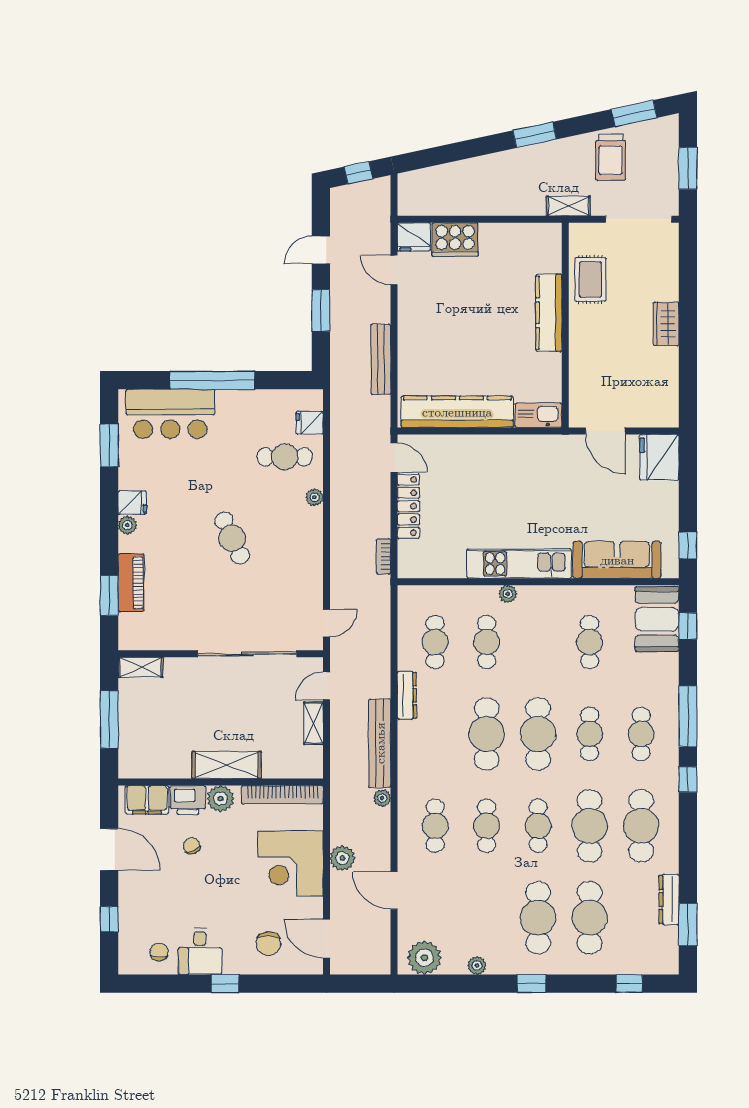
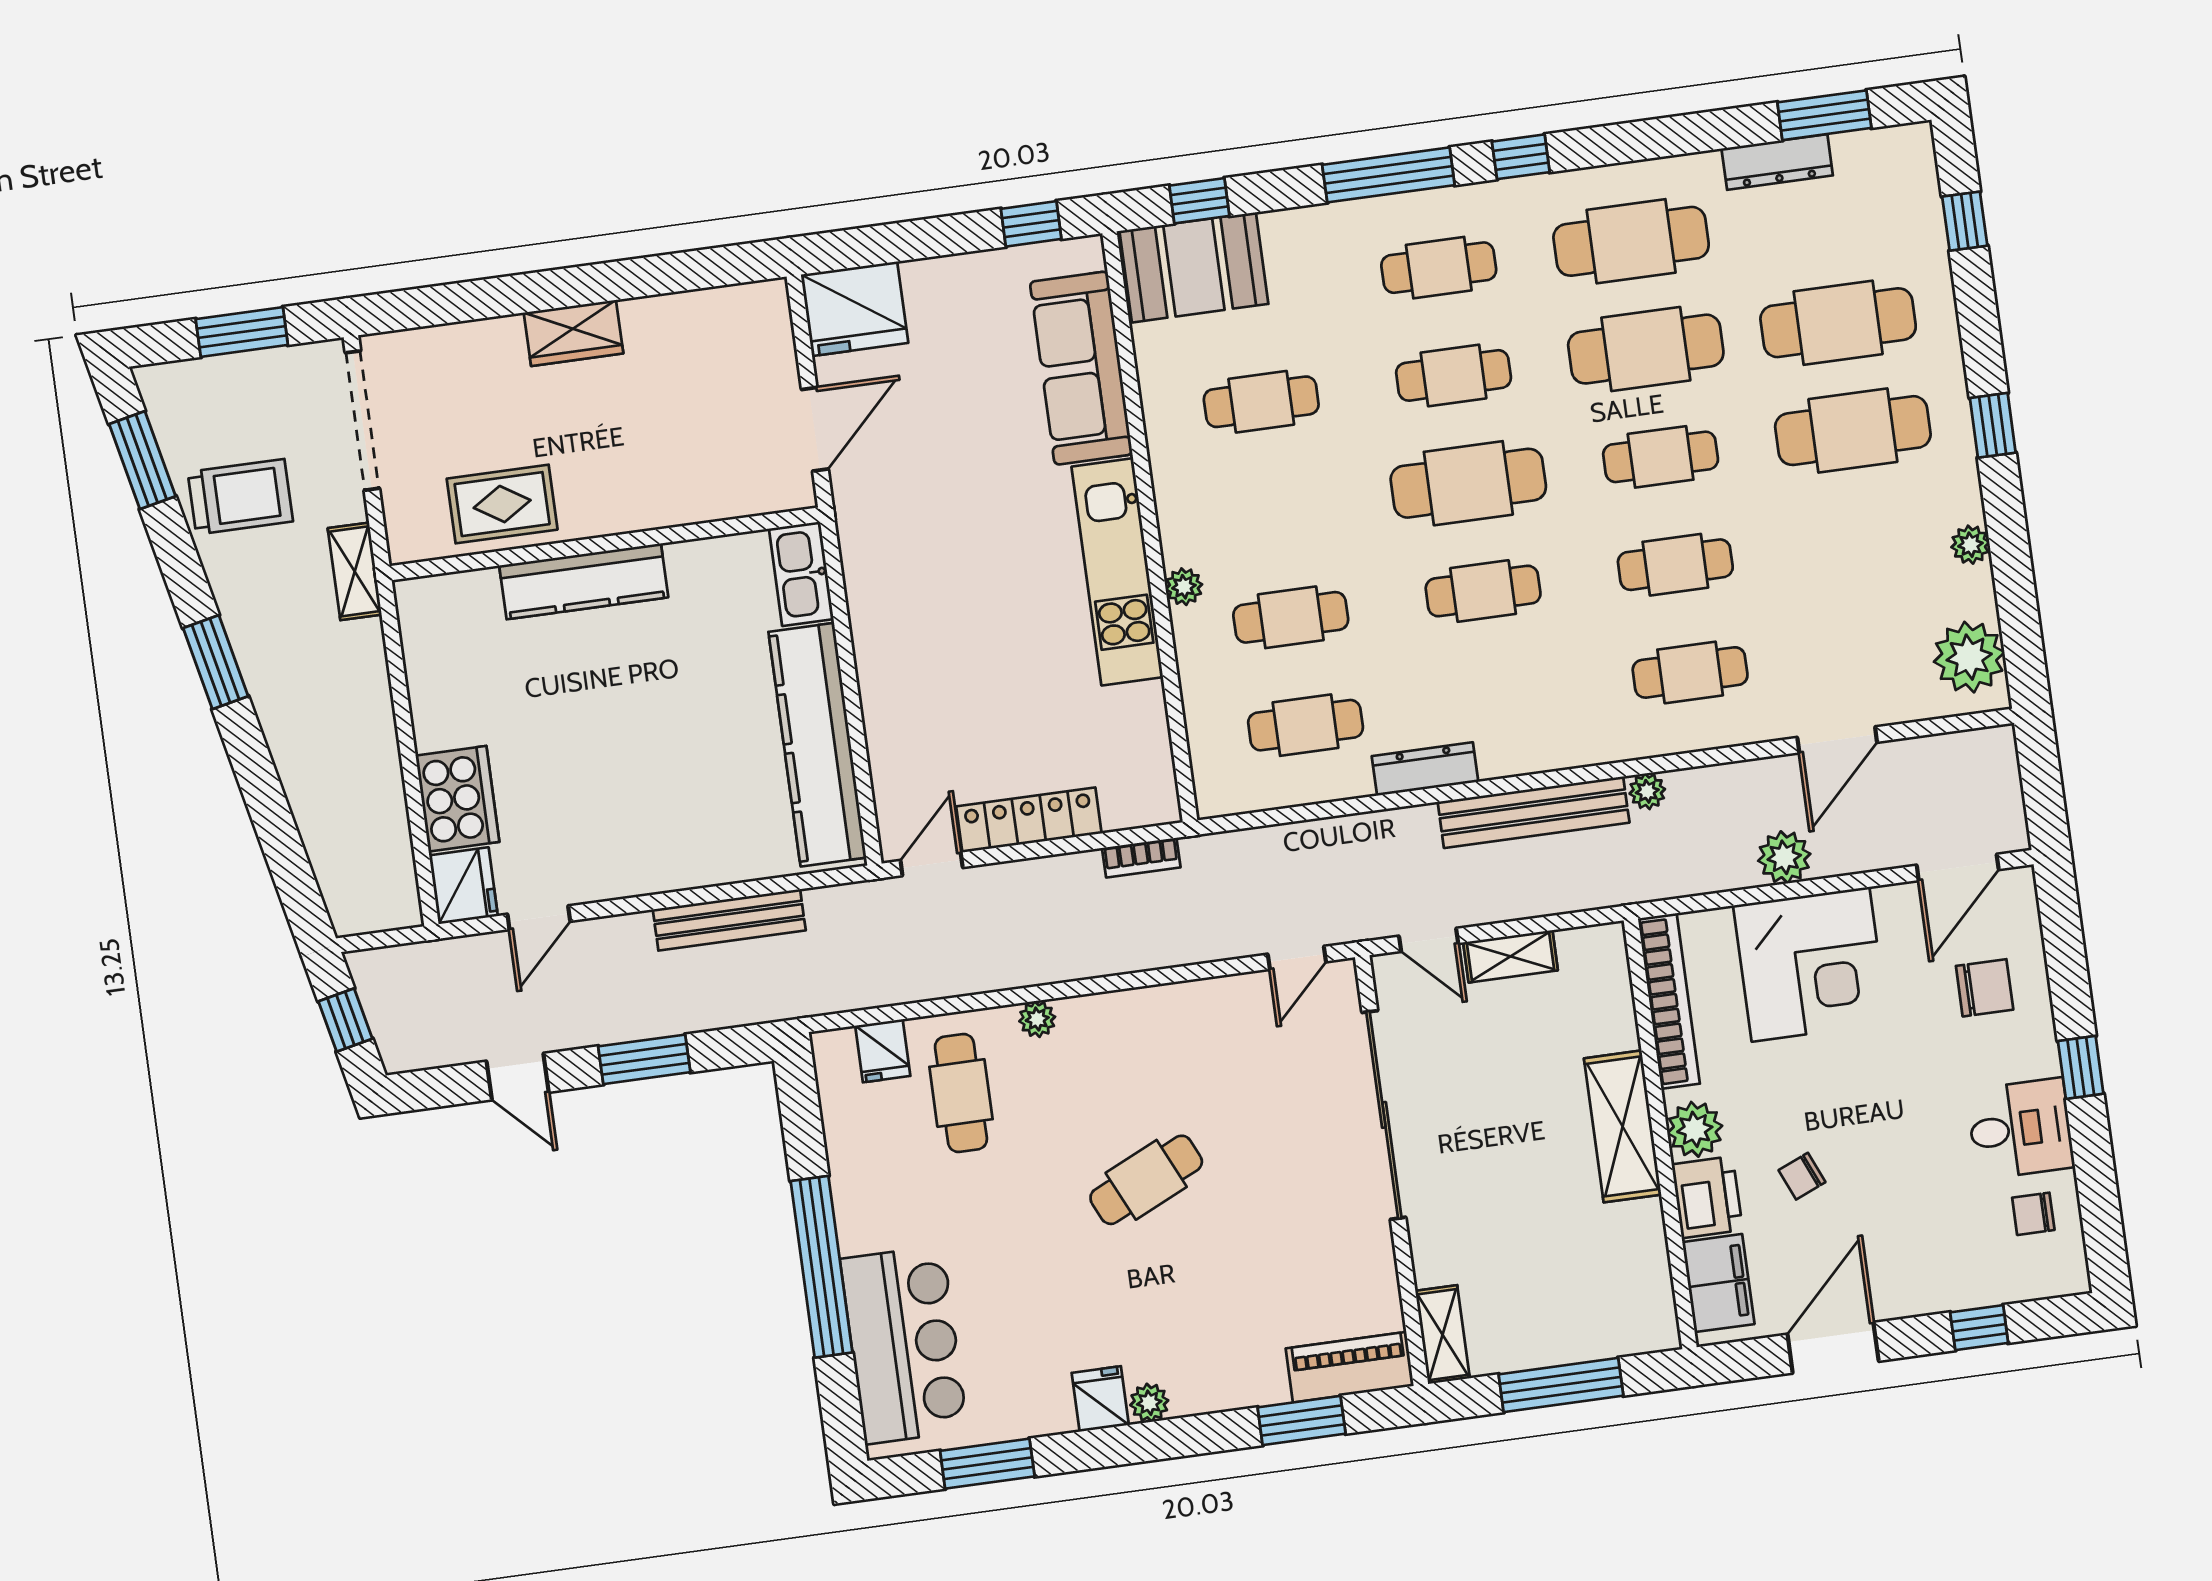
piano: (131, 583) -> (1350, 1367), moved
door: (326, 623) -> (1297, 958), swing flipped
cafe table: (487, 734) -> (1483, 591), width x0.73, depth x0.74

